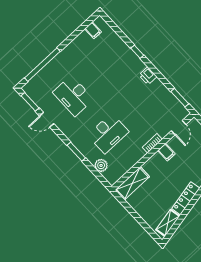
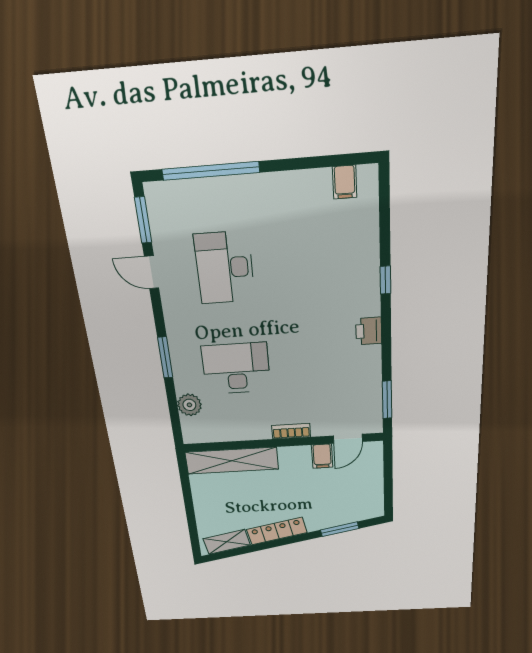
desk: (108, 133) -> (236, 368), turned 180
filing cabinet: (166, 152) -> (322, 456), moved
shelving: (132, 183) -> (232, 461), width x1.47

